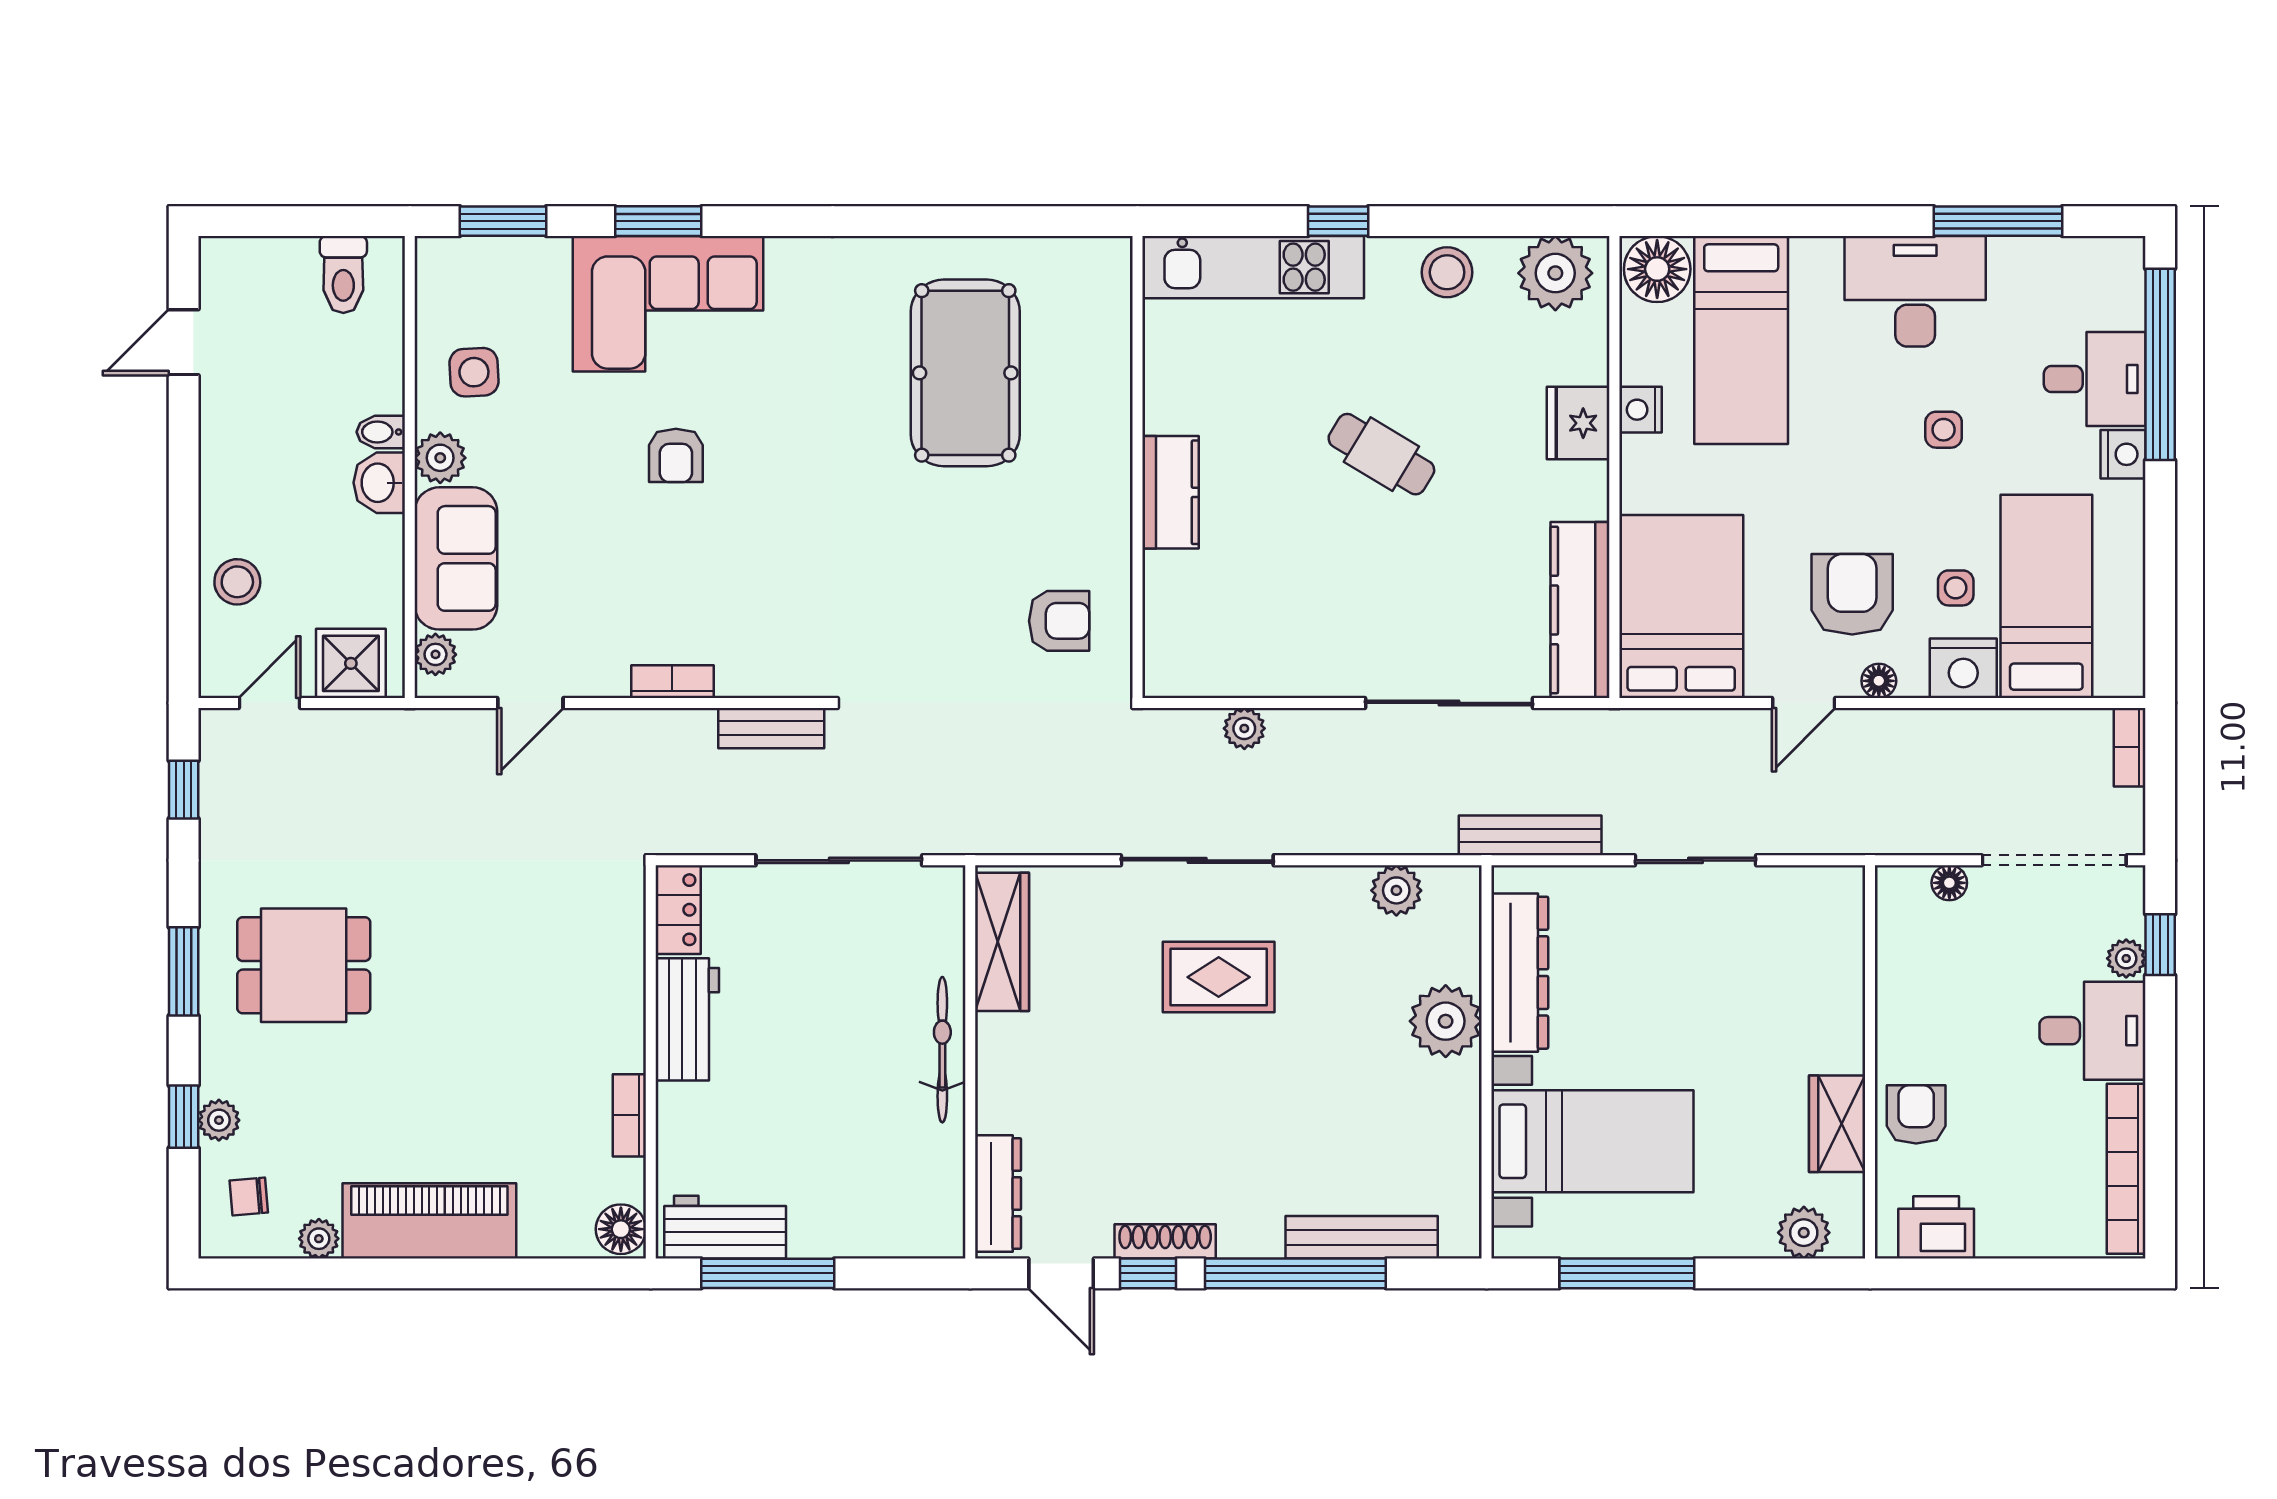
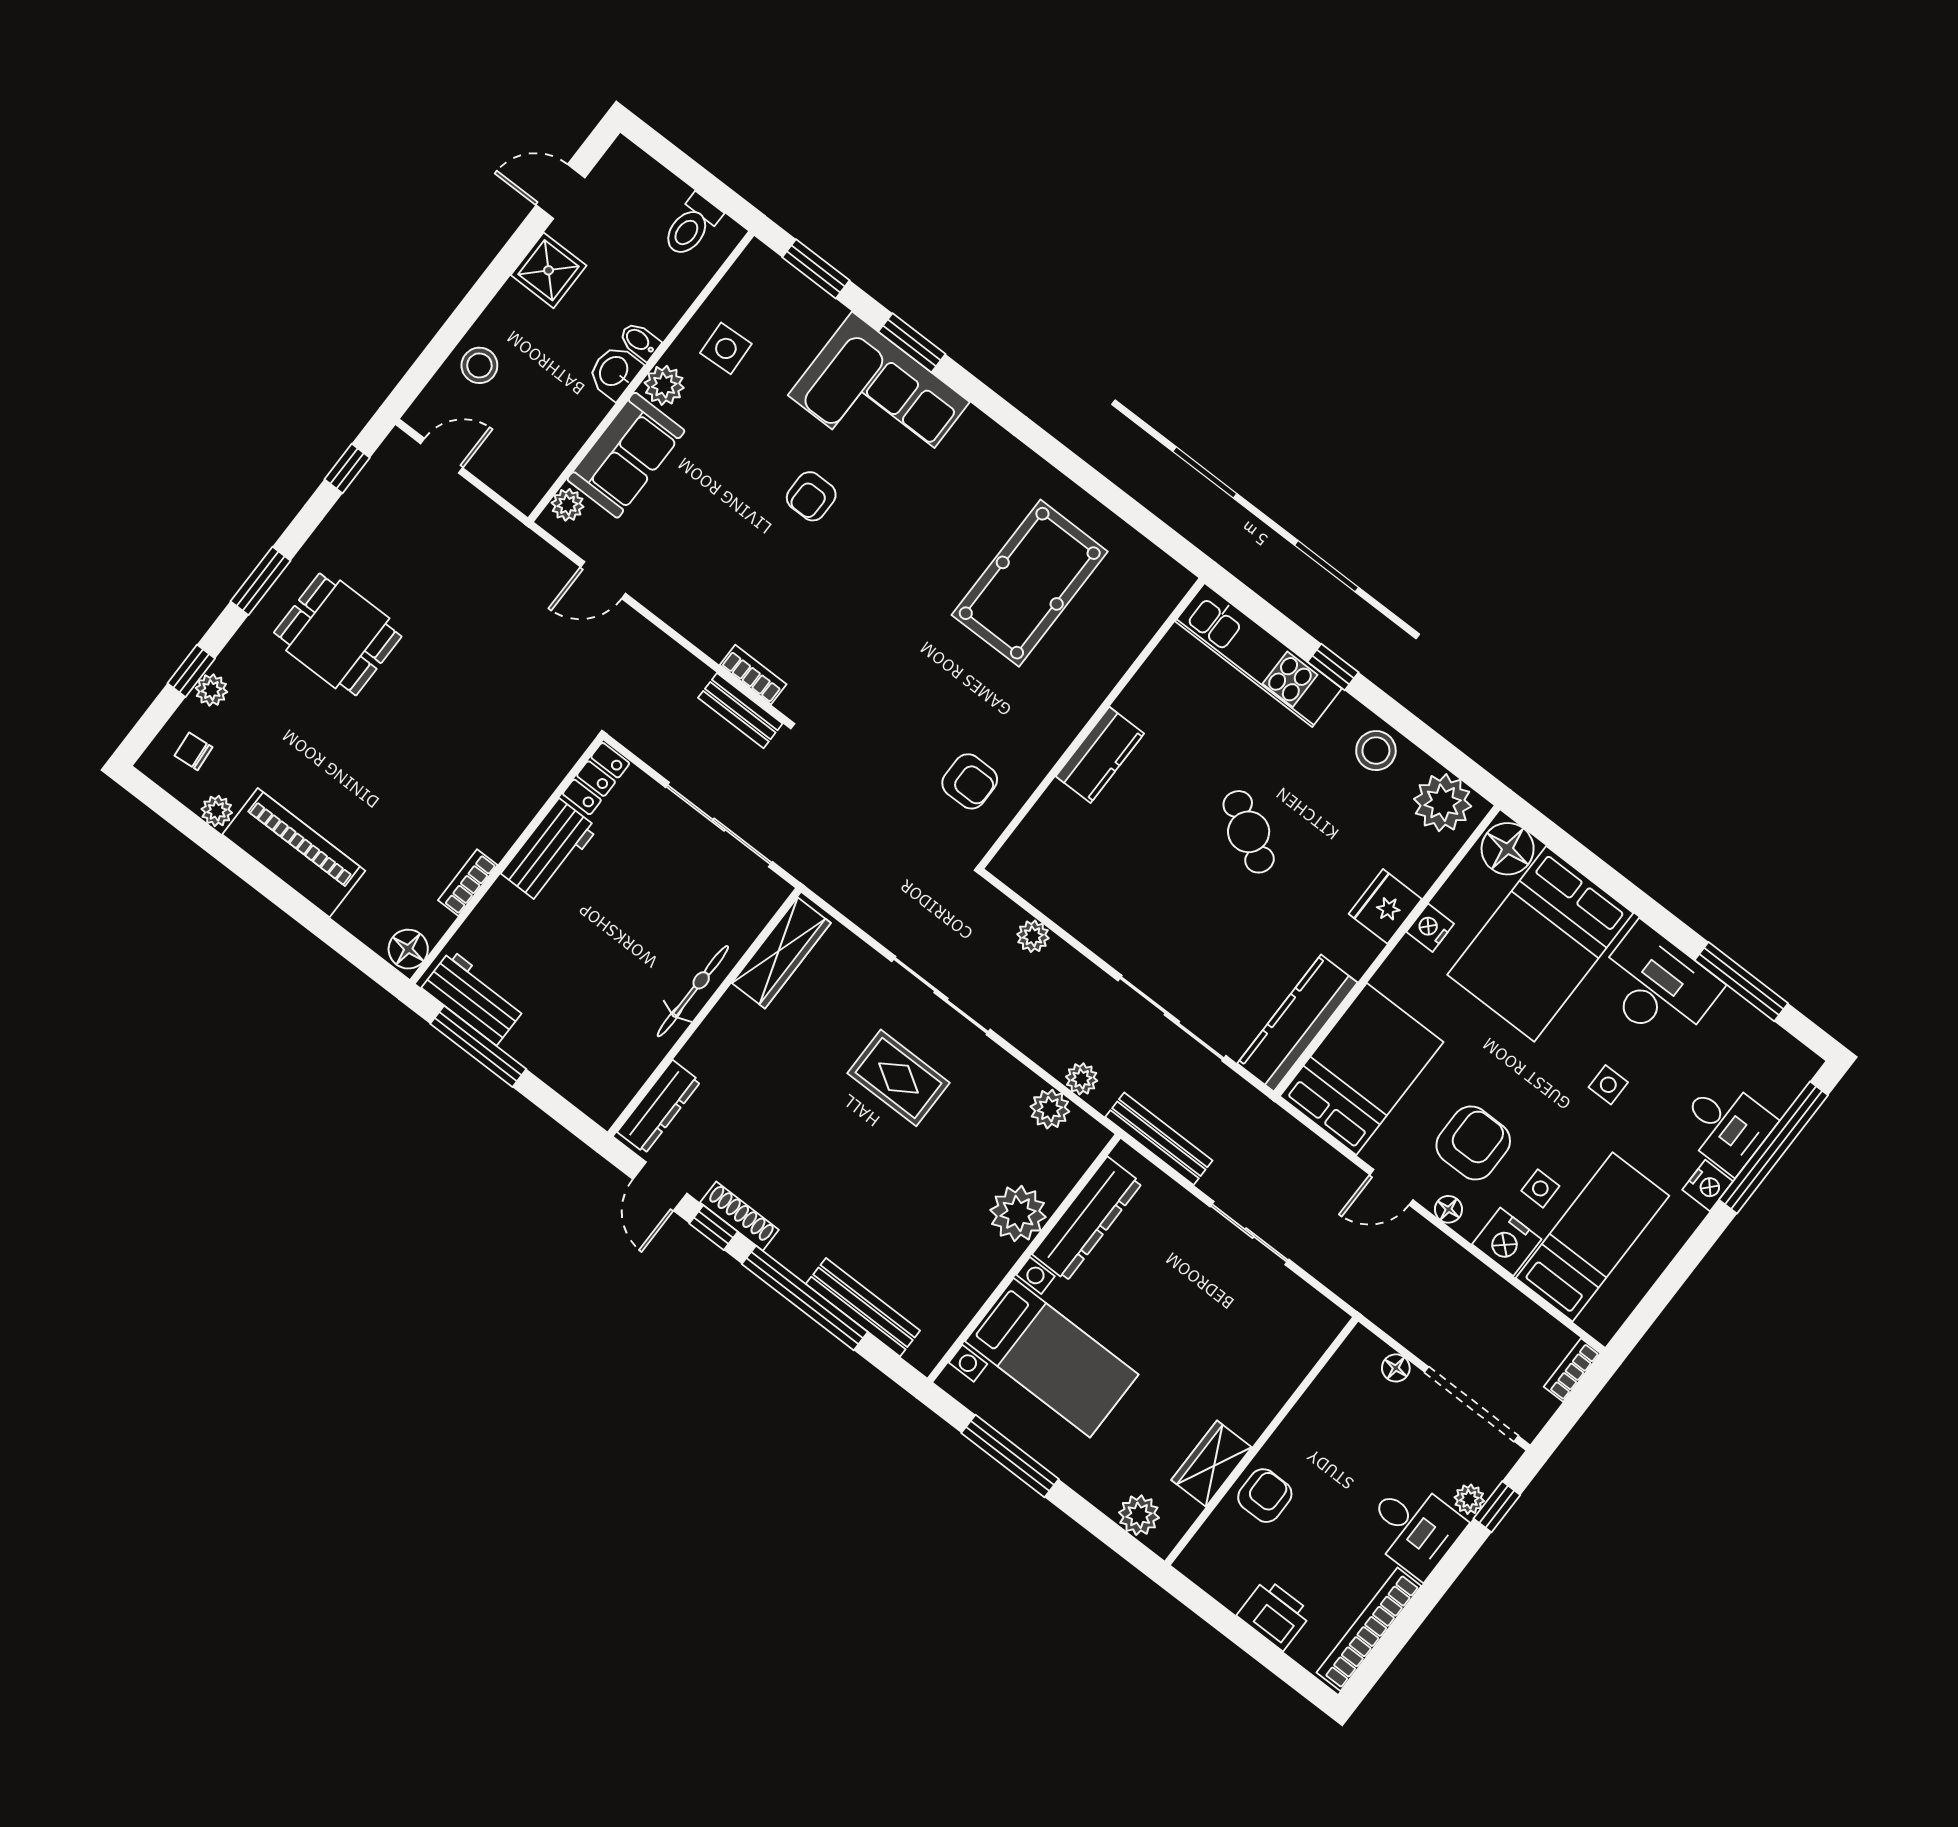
bed: (1741, 340) -> (1540, 944), width x1.50
shower: (351, 663) -> (549, 270), moved
bookcase: (672, 682) -> (753, 675), moved
plant: (1405, 835) -> (1082, 1079), added
printer: (1936, 1227) -> (1274, 1614), moved

